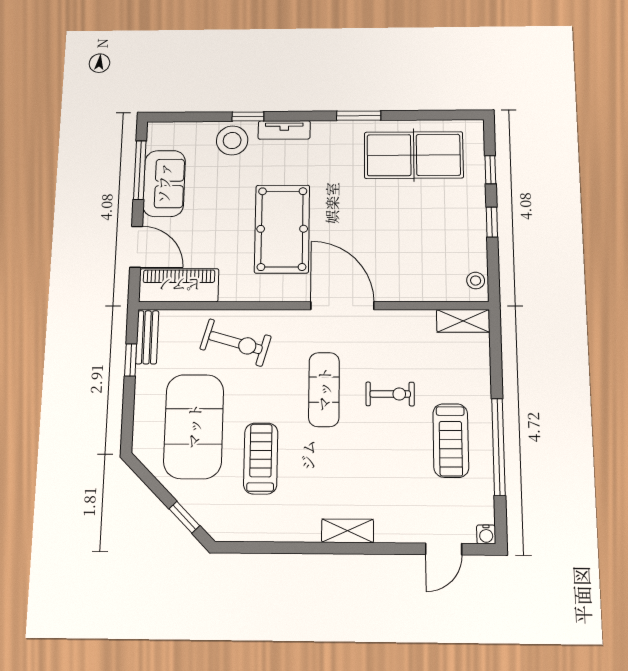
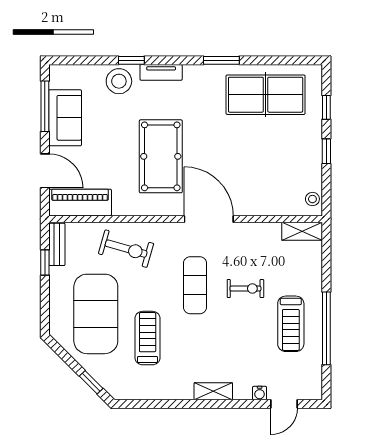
water cooler: (486, 534) -> (260, 393), moved

